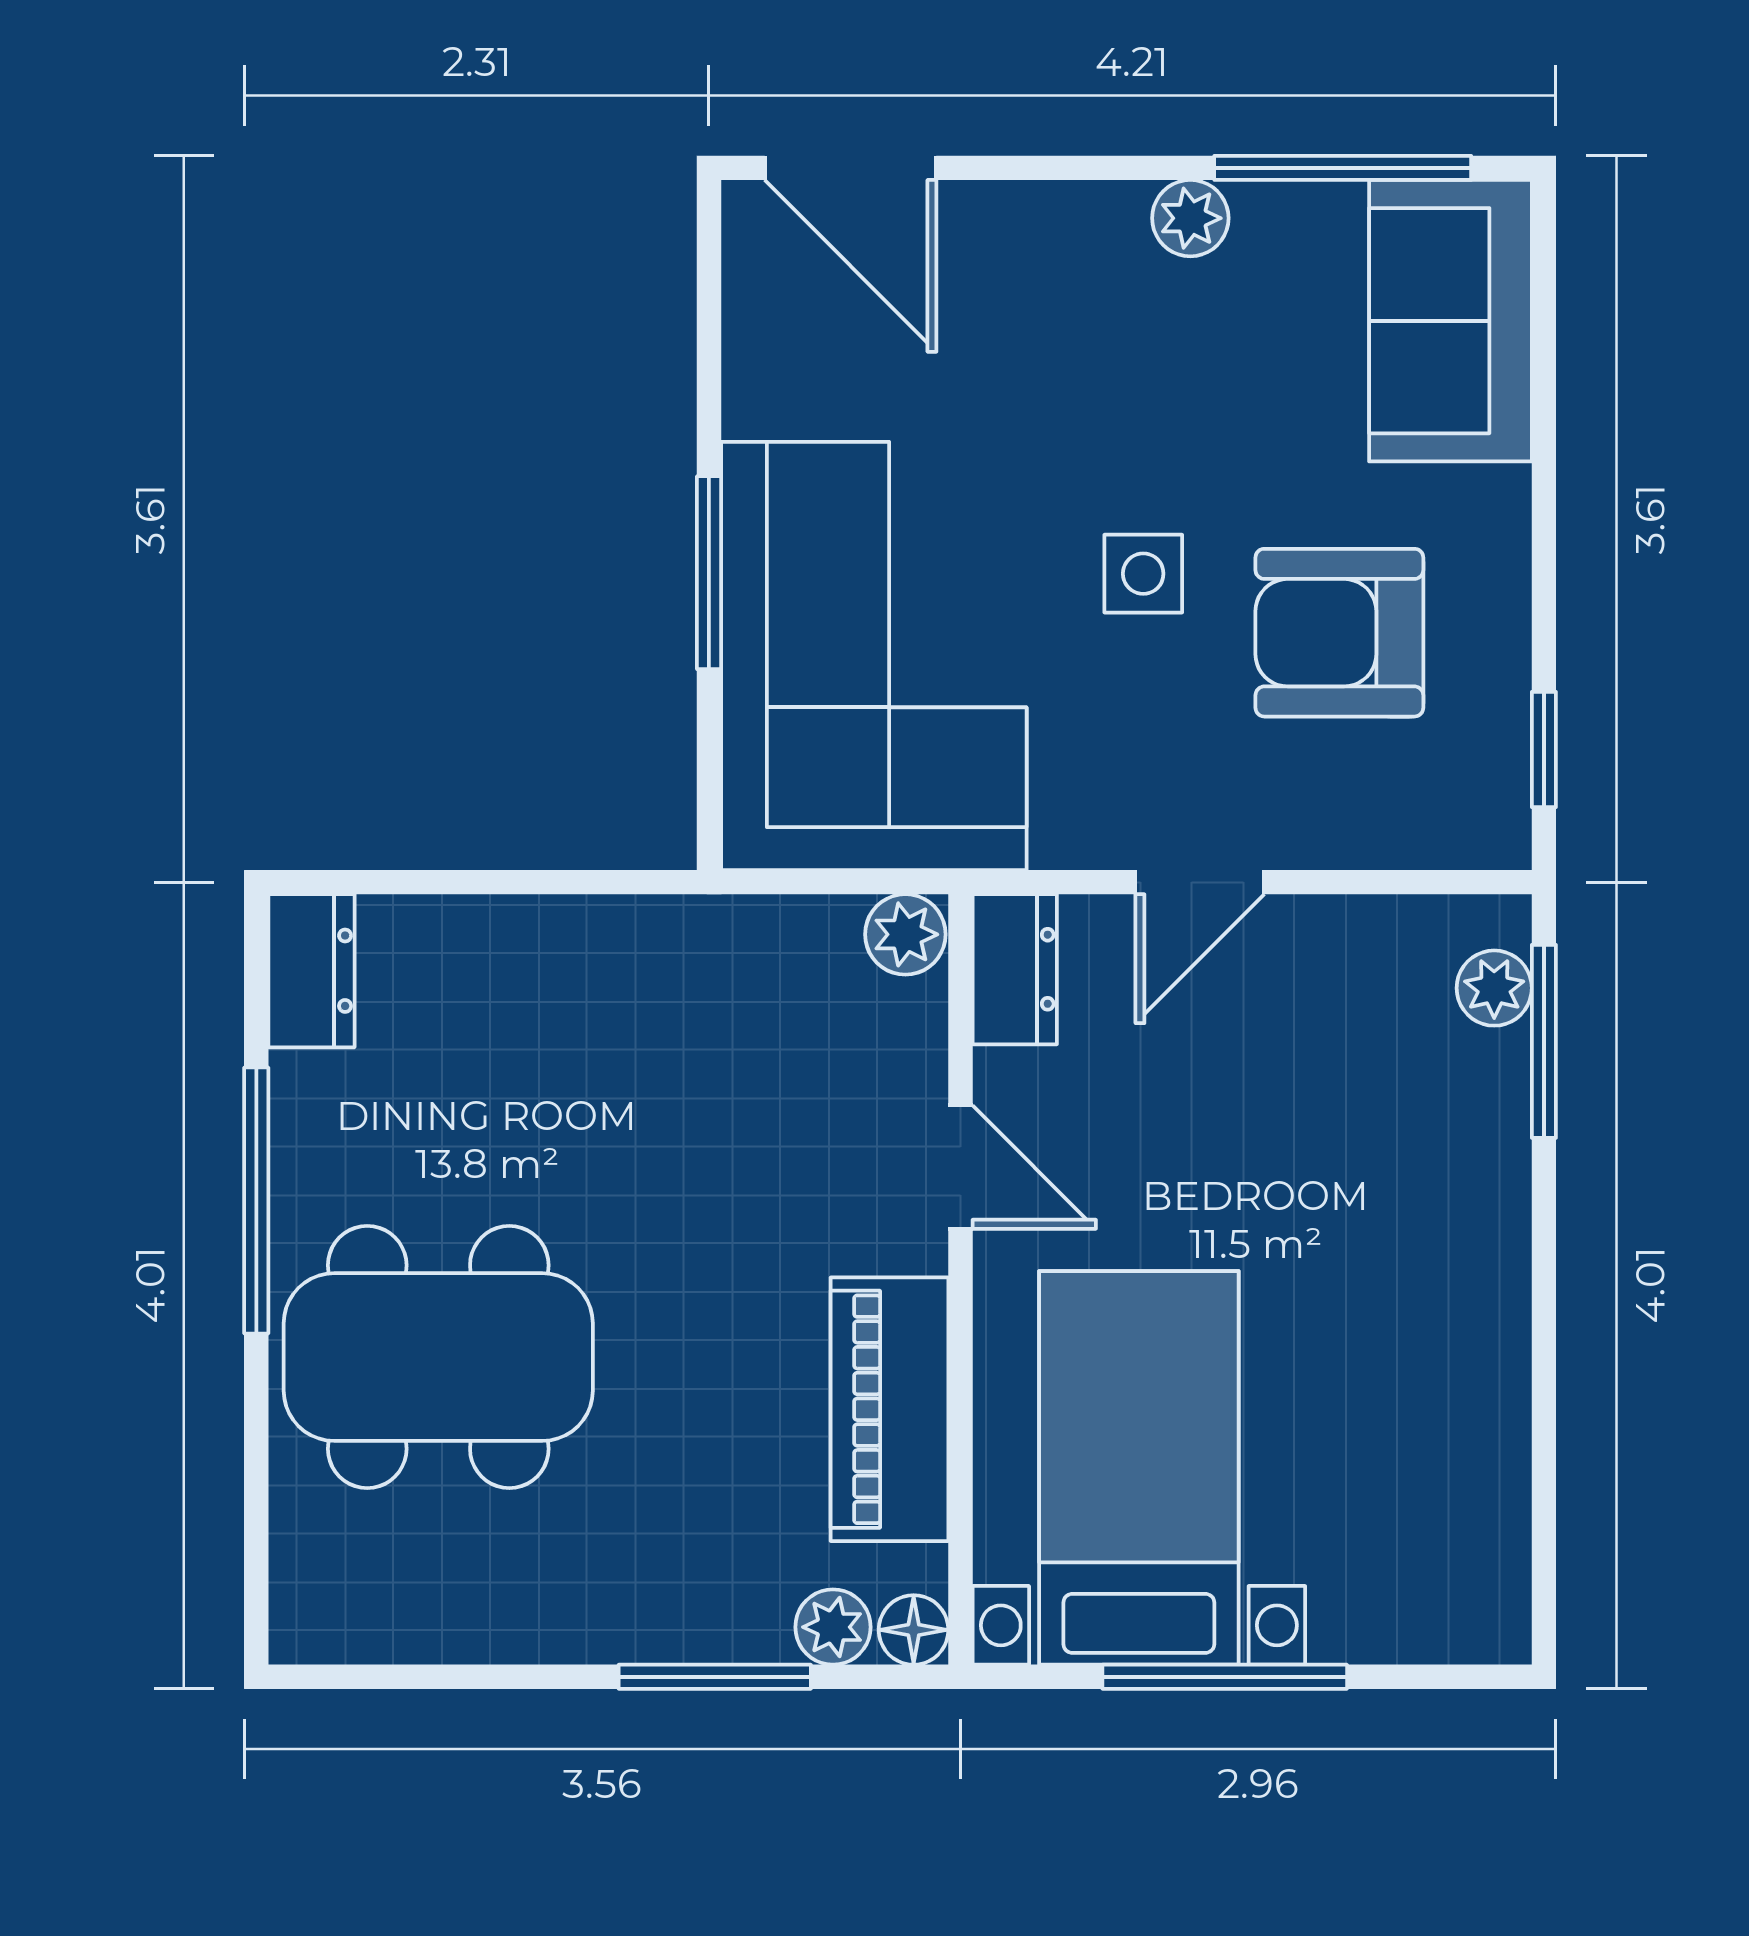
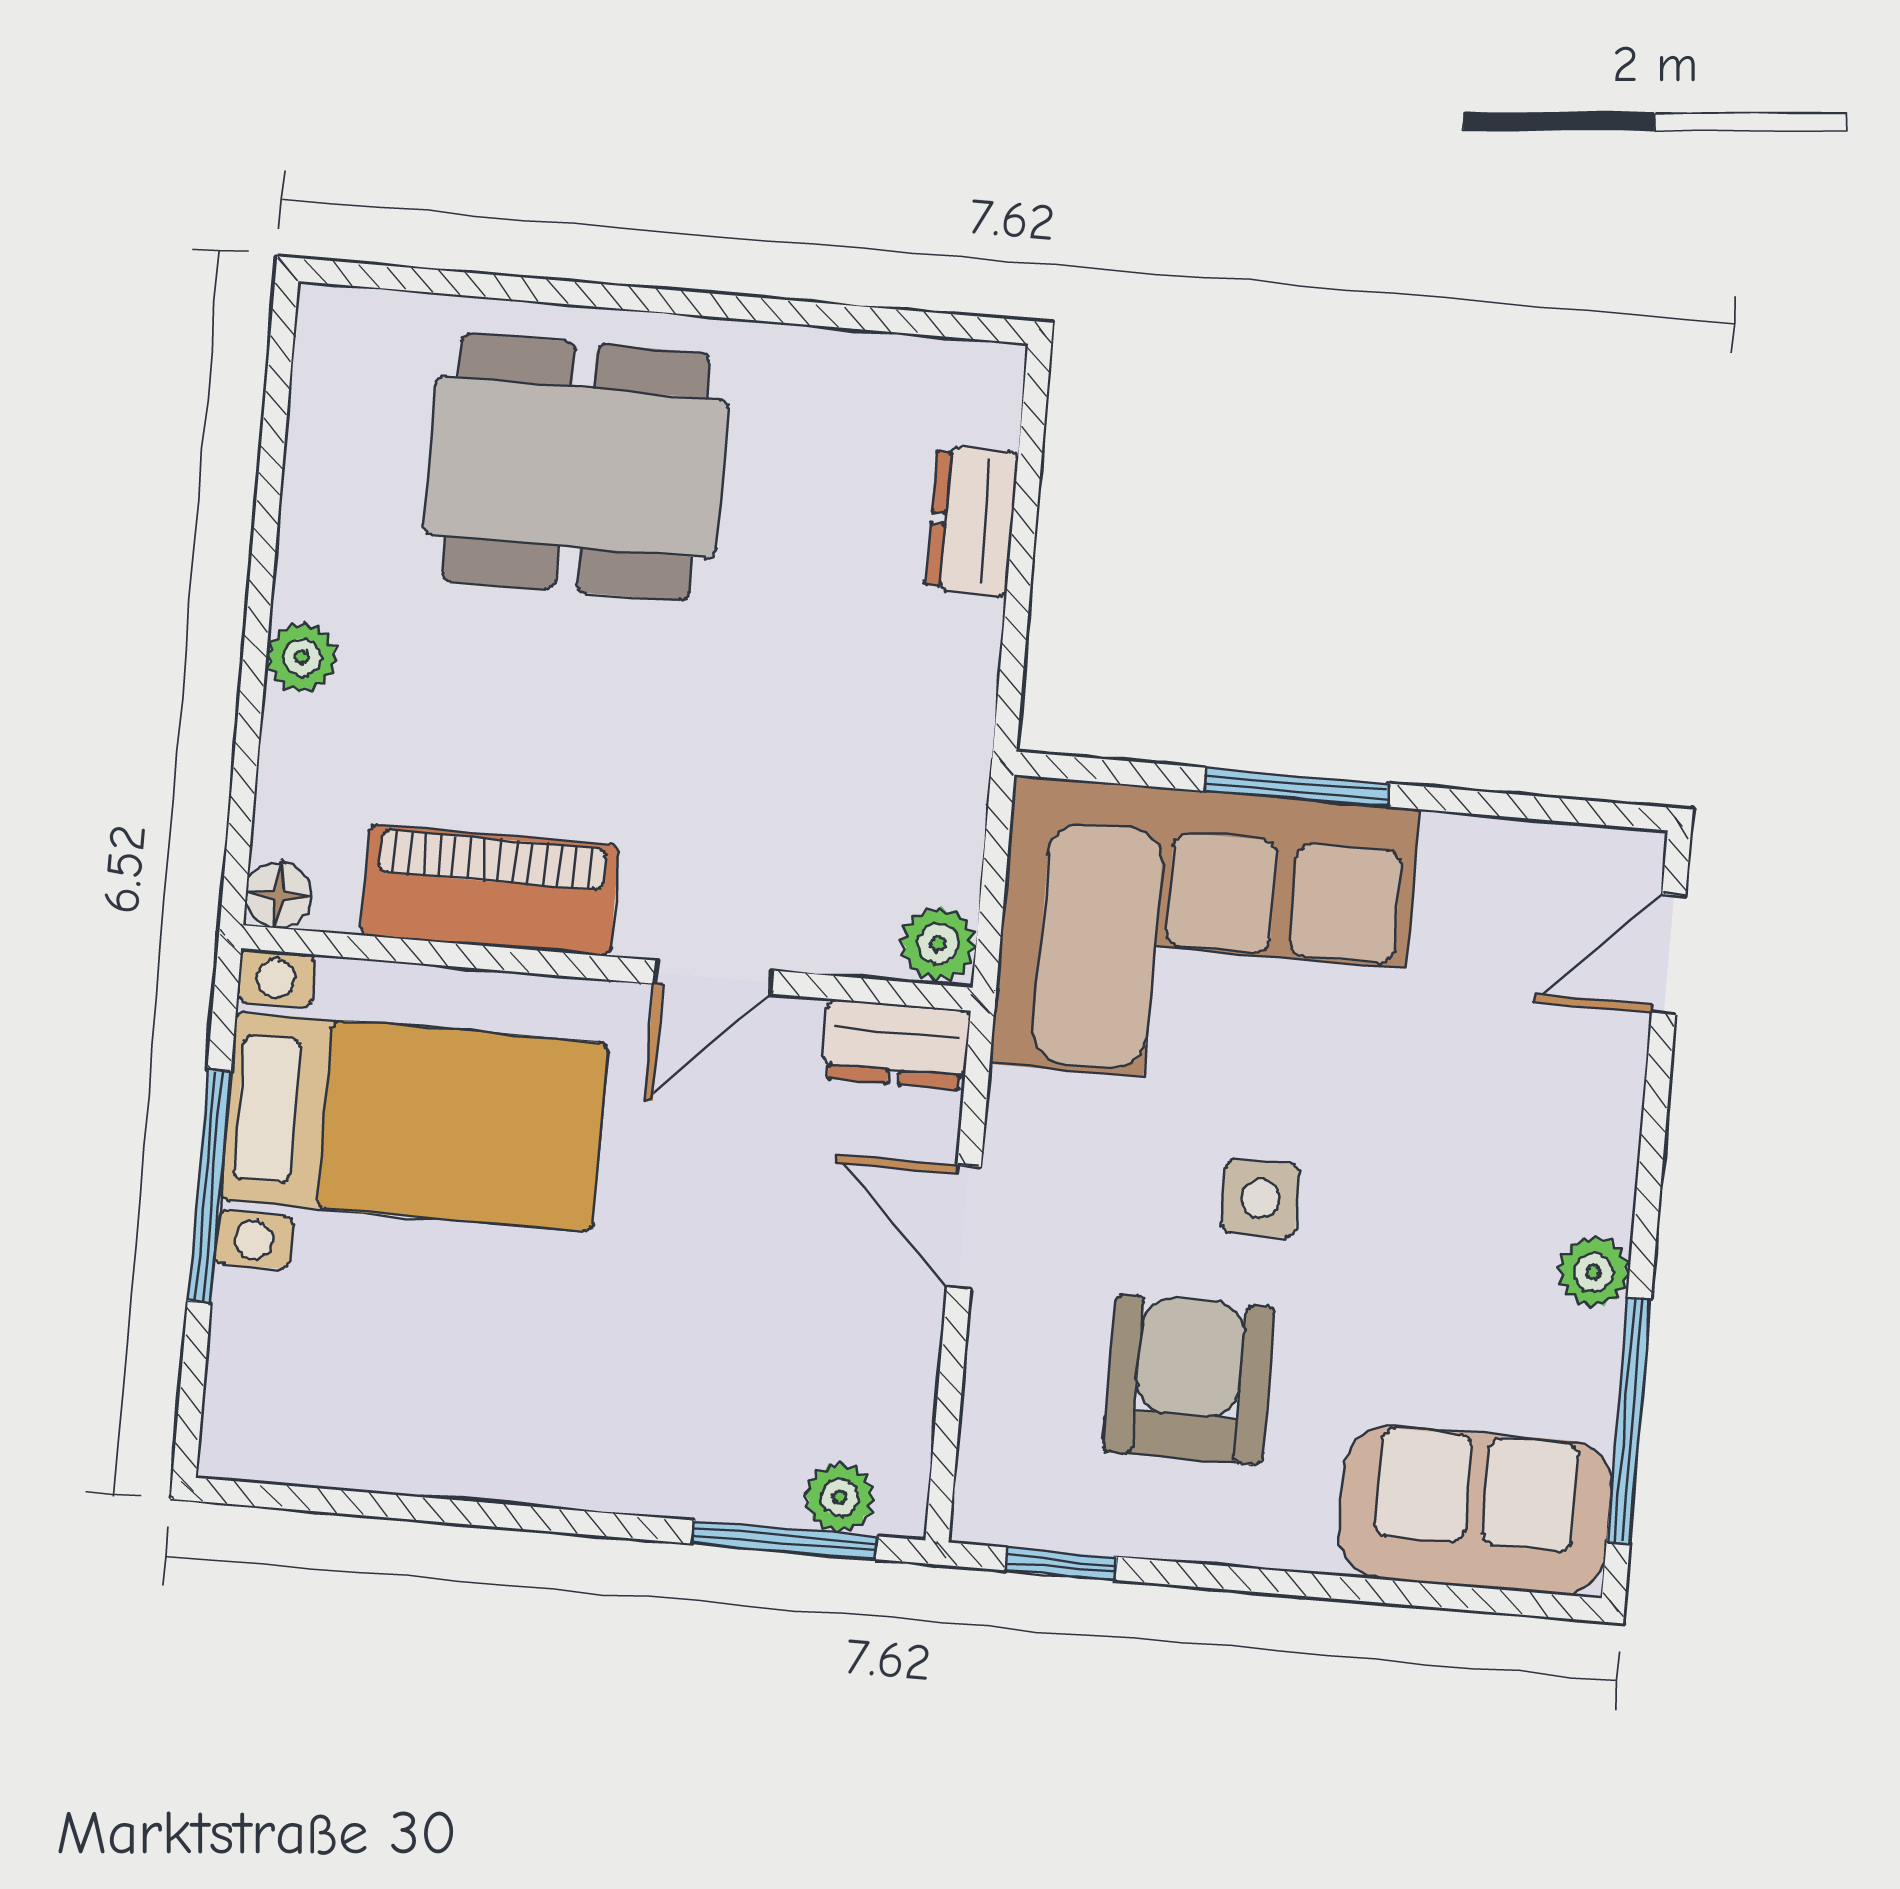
door: (851, 168) -> (1669, 954), width x0.73
dresser: (311, 971) -> (972, 521), moved, turned 90
window: (256, 1200) -> (739, 307), removed
dining table: (438, 1357) -> (576, 467), turned 90
plant: (833, 1627) -> (302, 657), moved
window: (715, 1677) -> (251, 703), removed

